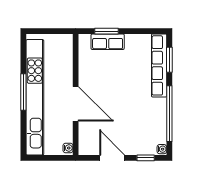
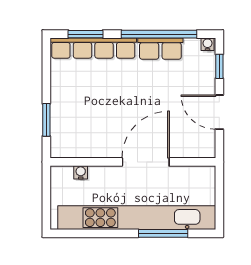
row of seats: (108, 42) -> (160, 49), moved, turned 90
window: (23, 92) -> (163, 233), moved
water cooler: (68, 148) -> (81, 172), moved
door: (112, 158) -> (219, 112), hinge flipped

